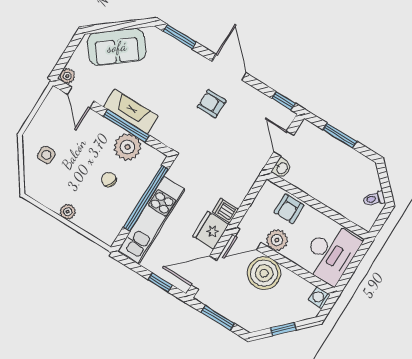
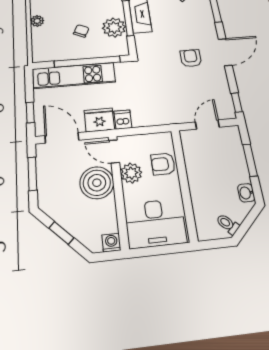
washbasin: (282, 168) -> (246, 193), moved, turned 90

